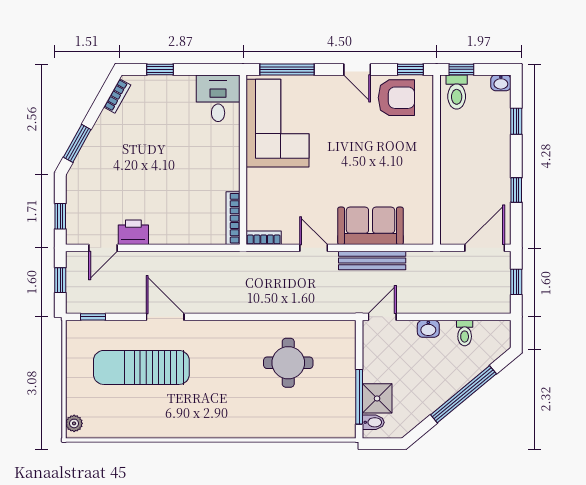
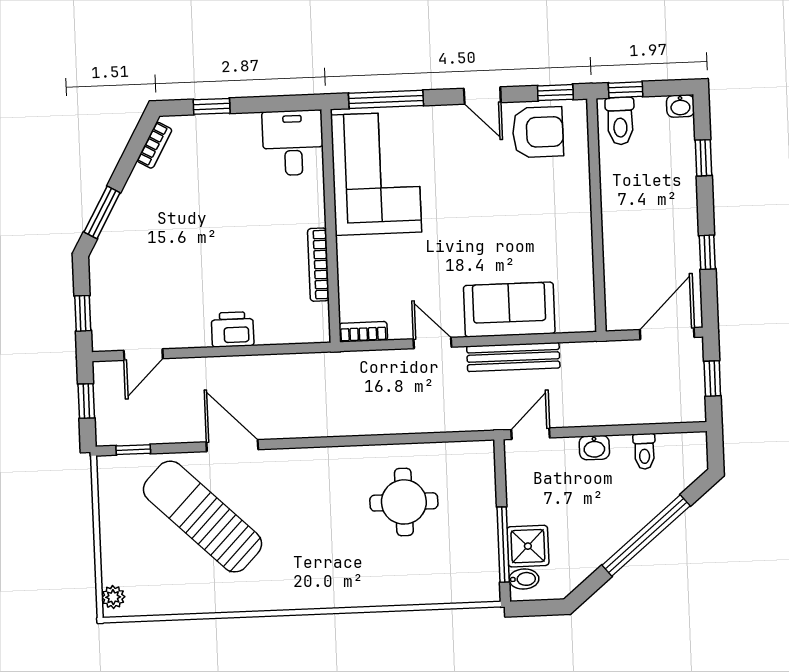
bookcase: (233, 218) -> (318, 265), moved
printer: (133, 232) -> (233, 329), moved
sun lounger: (141, 367) -> (202, 517), turned 44

